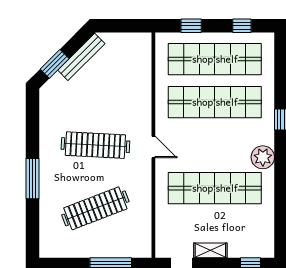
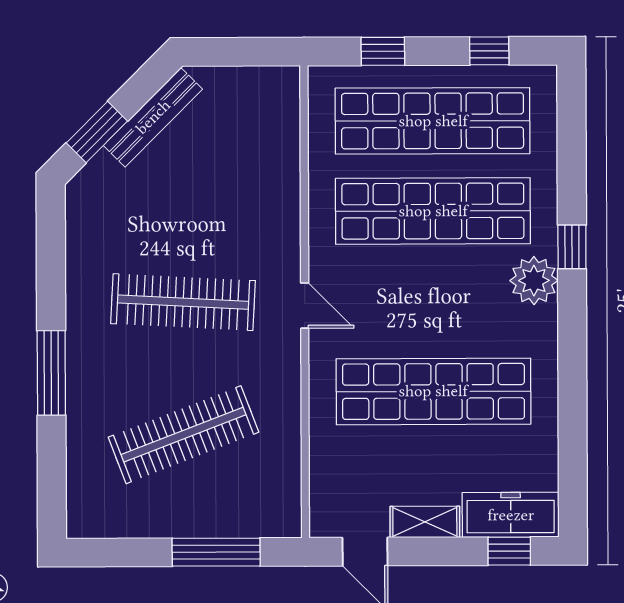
plant: (263, 157) -> (534, 281), moved
freezer: (251, 247) -> (511, 515), added

